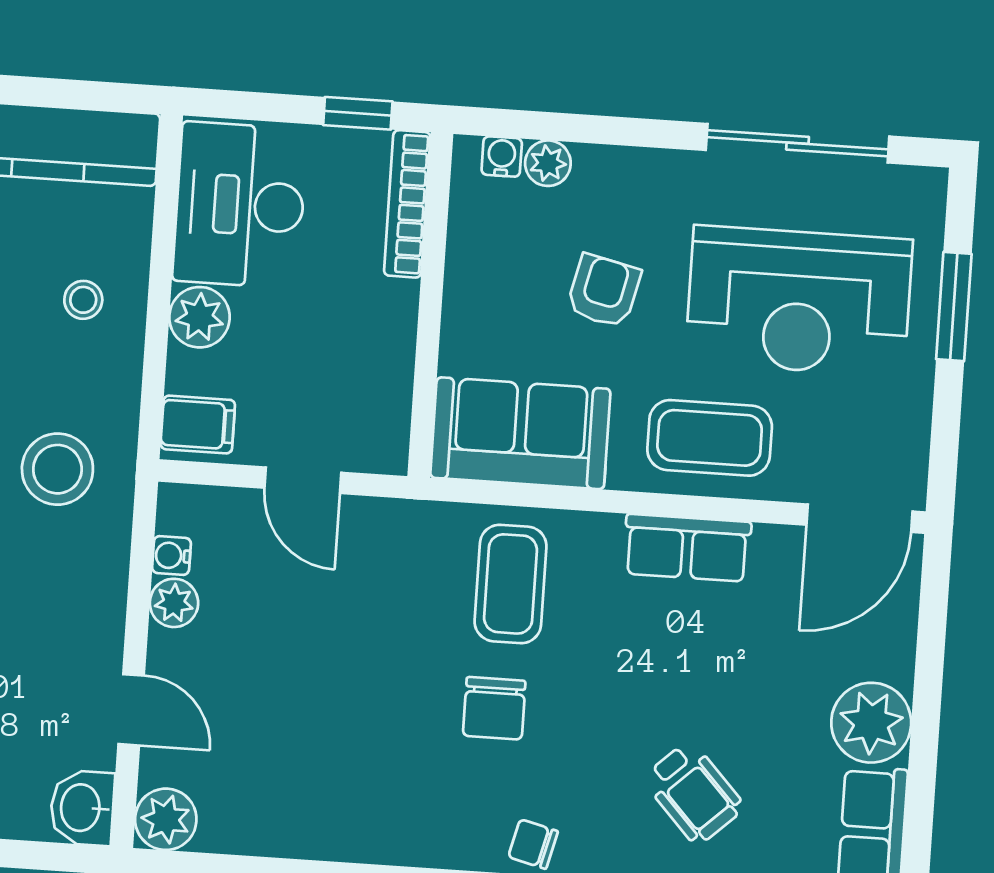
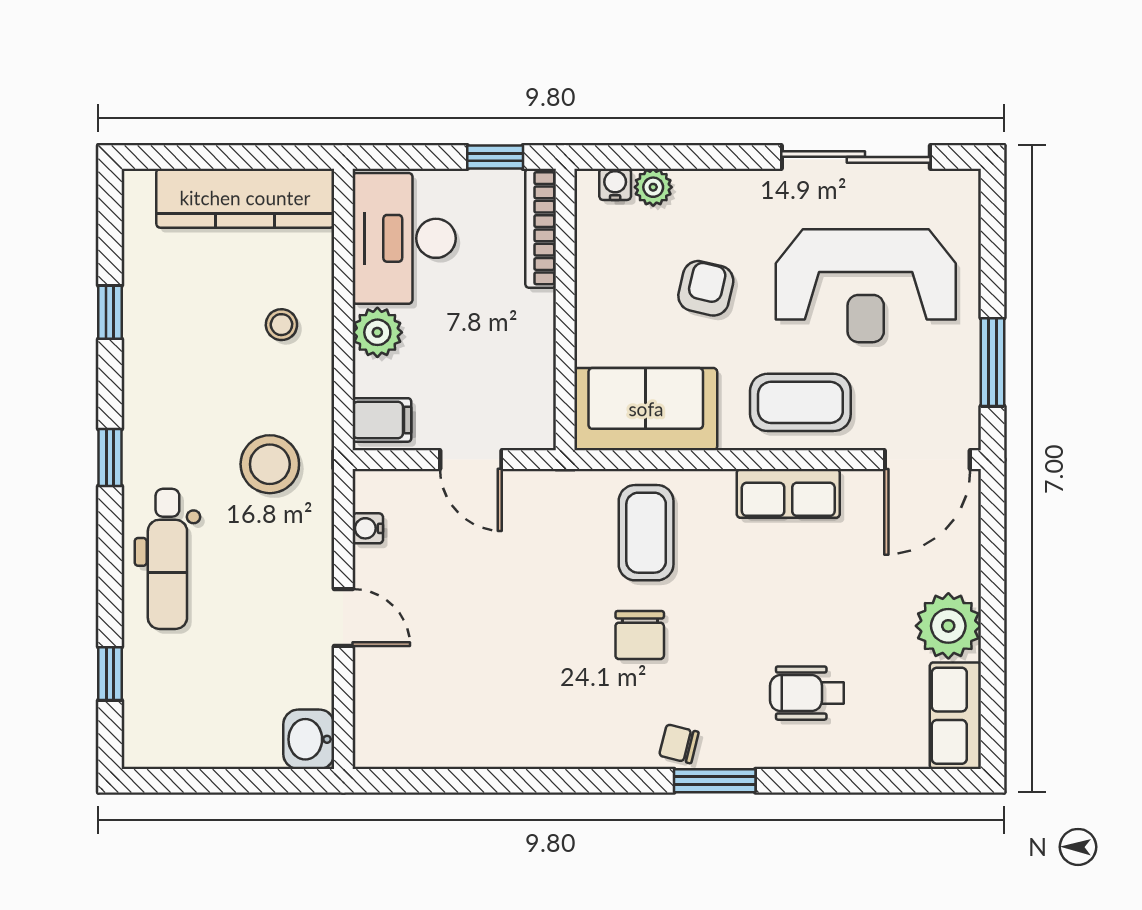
window: (954, 306) -> (993, 362), moved
plant: (174, 603) -> (372, 567), removed
door: (131, 710) -> (343, 618), moved
wheelchair: (694, 793) -> (807, 693), turned 133
plant: (166, 819) -> (378, 744), removed

